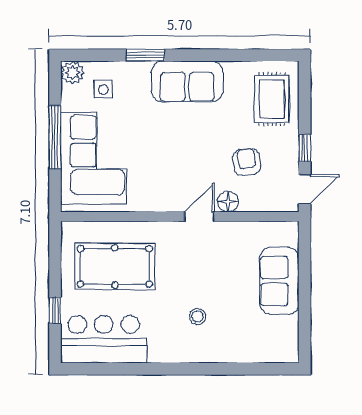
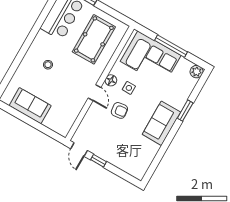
side table: (103, 89) -> (129, 88), moved
rug: (272, 99) -> (130, 158), removed
armchair: (247, 162) -> (119, 110), moved
floor lamp: (228, 202) -> (111, 80), moved
sofa: (279, 281) -> (30, 106), moved

